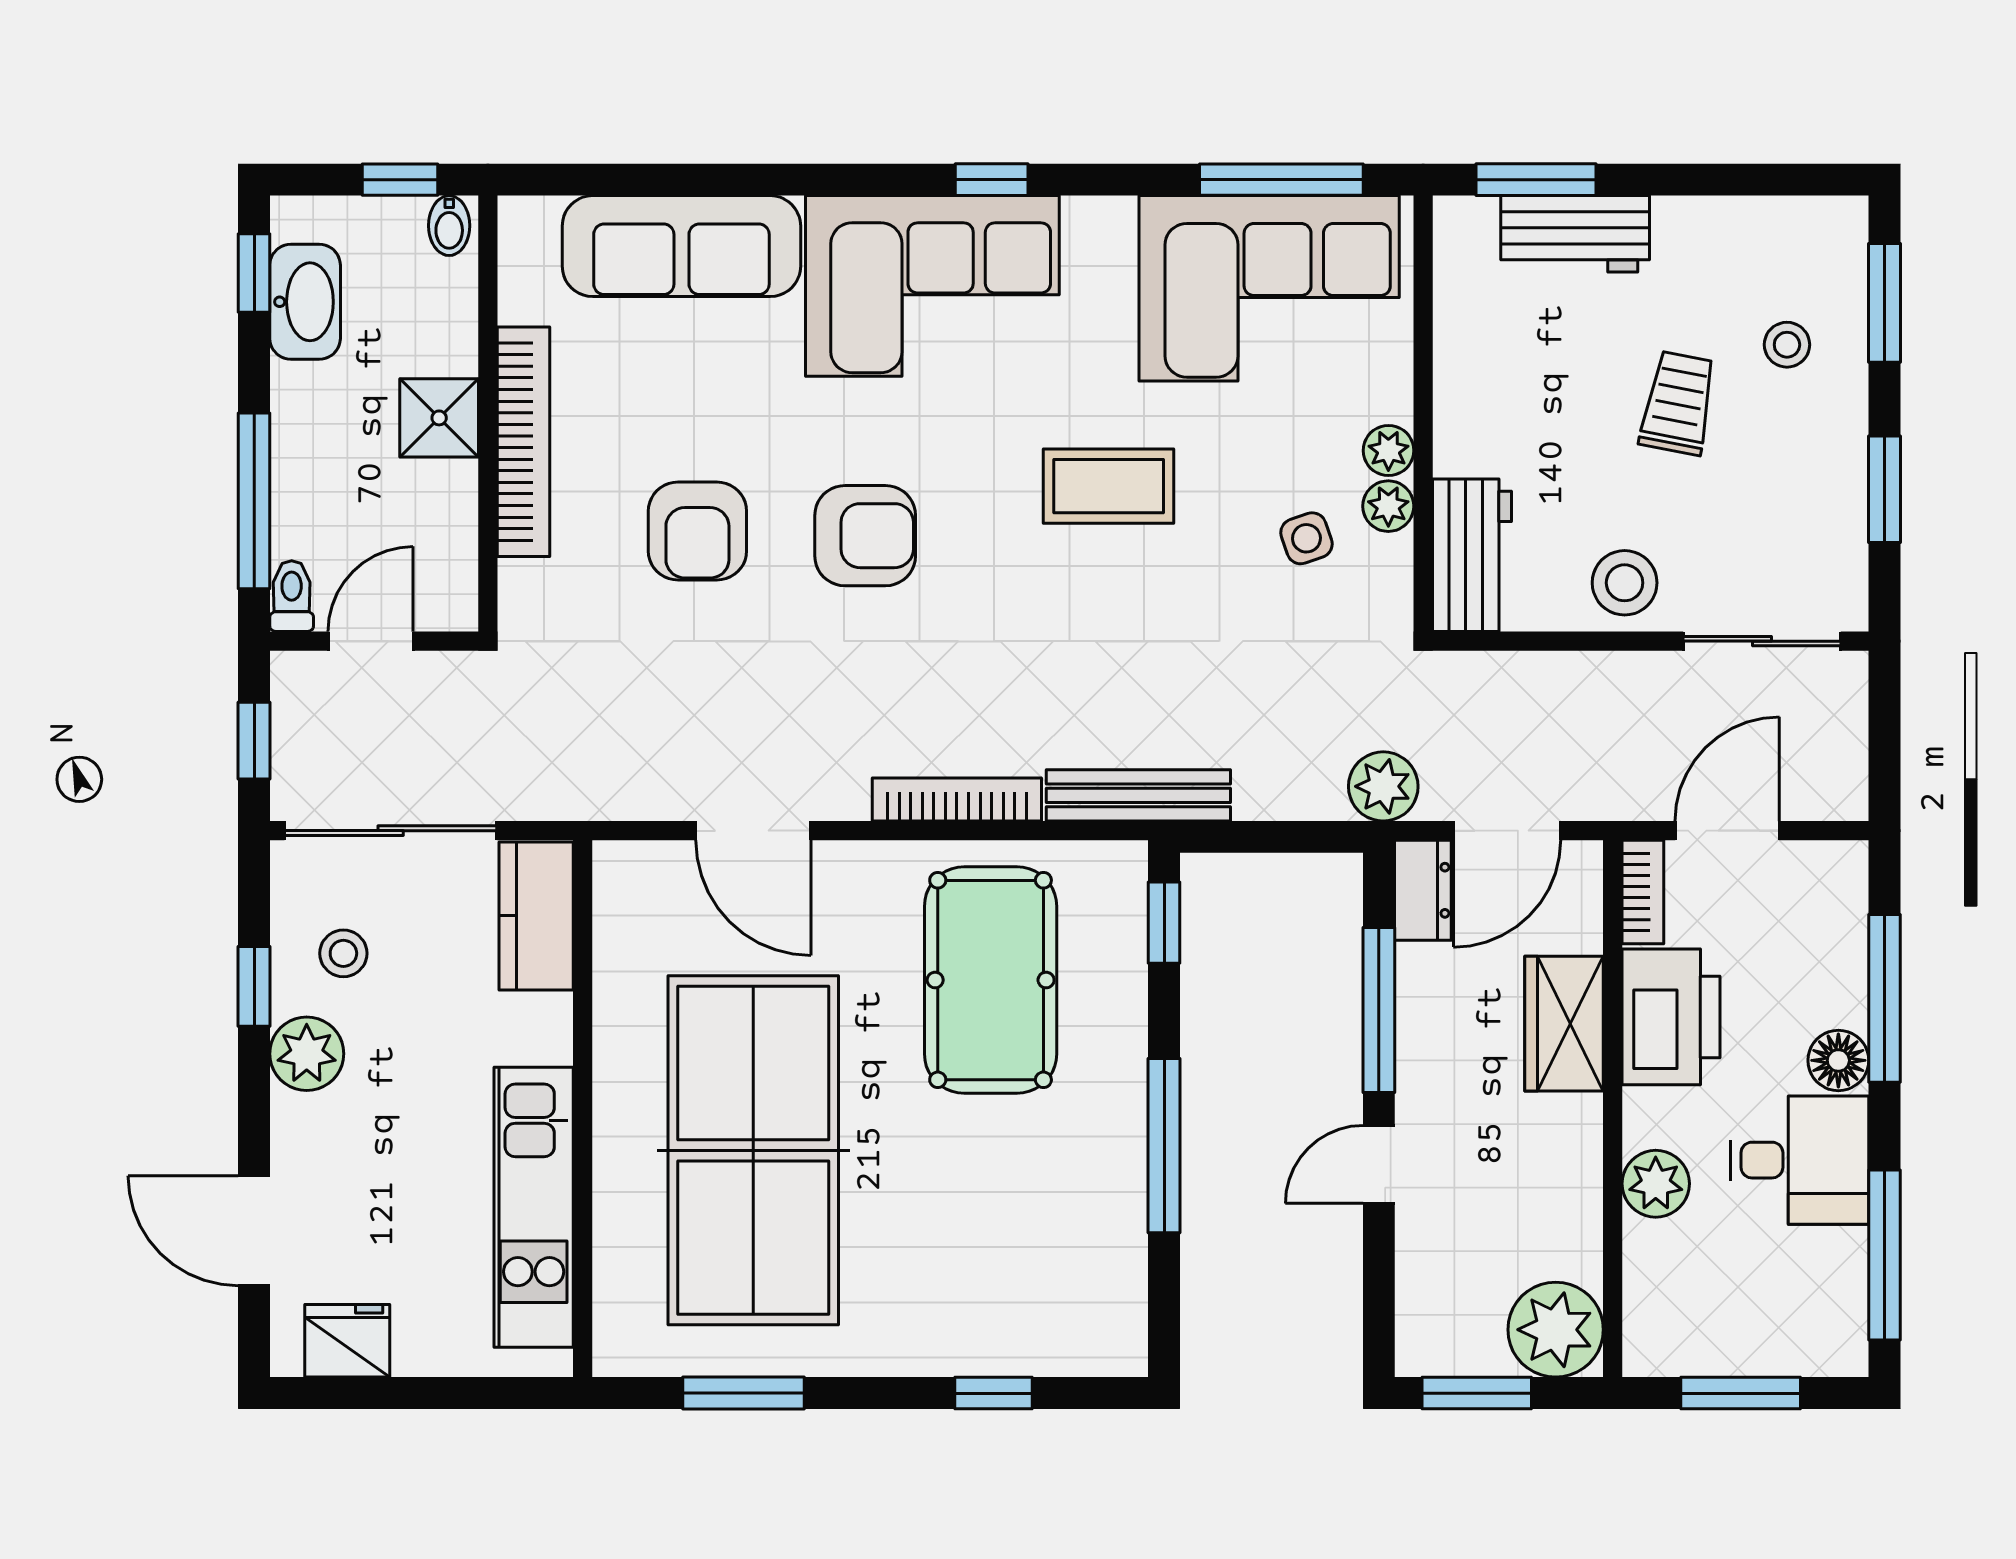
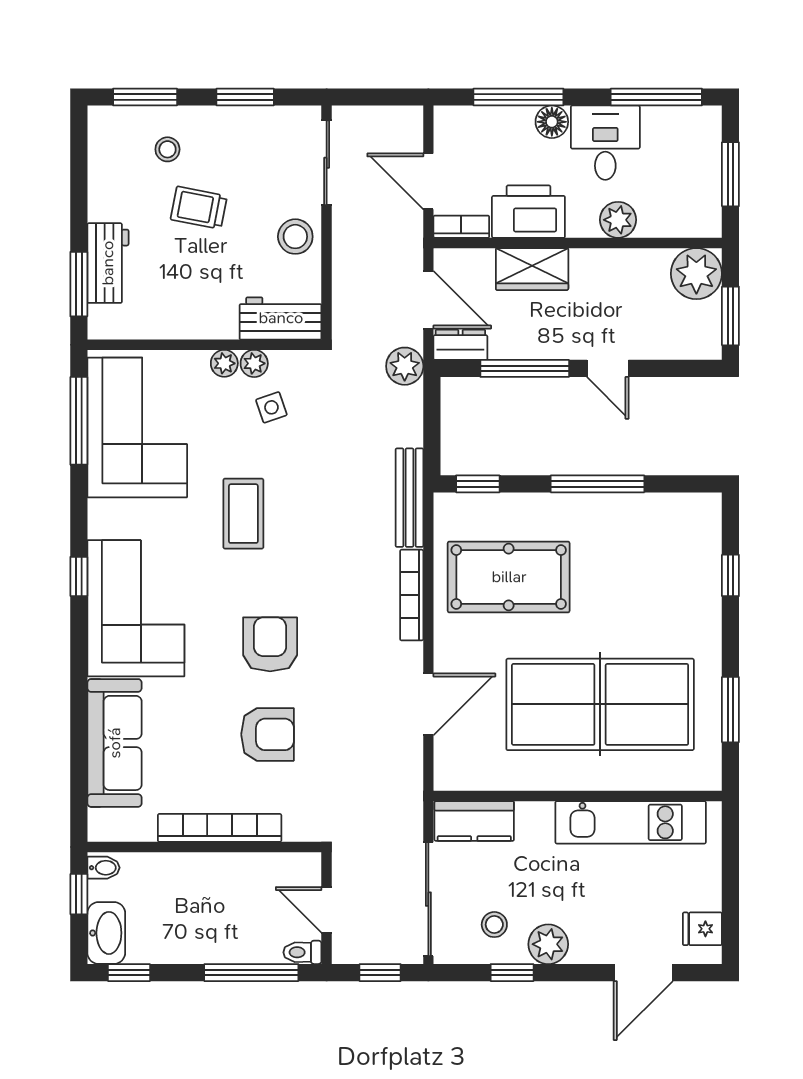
washbasin: (305, 302) -> (106, 933), moved, turned 90
shower: (439, 418) -> (207, 873), removed
fridge: (347, 1341) -> (702, 929), width x0.72

